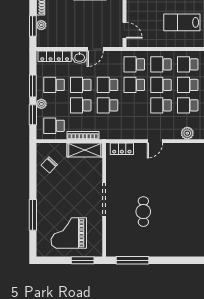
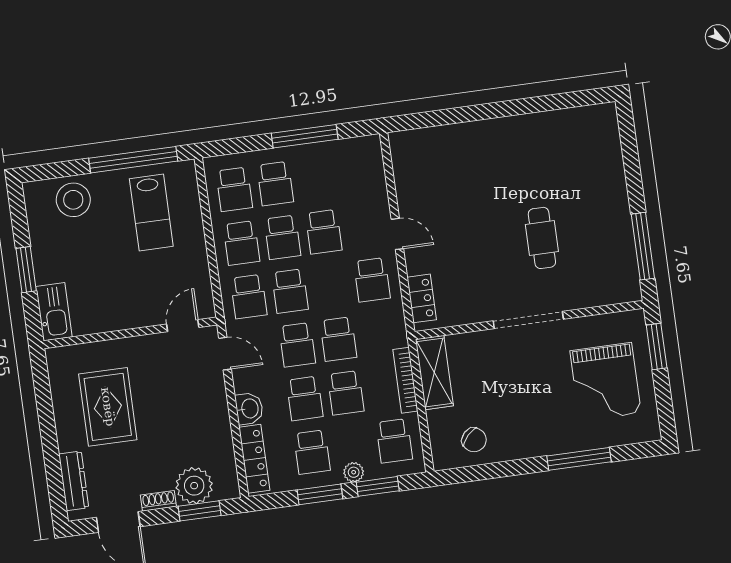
plant: (41, 25) -> (194, 486), width x1.88, depth x1.88
door: (95, 49) -> (225, 354), moved
school desk: (188, 105) -> (372, 280), moved
plant: (187, 133) -> (372, 171), removed
cafe table: (143, 212) -> (542, 238), turned 90

